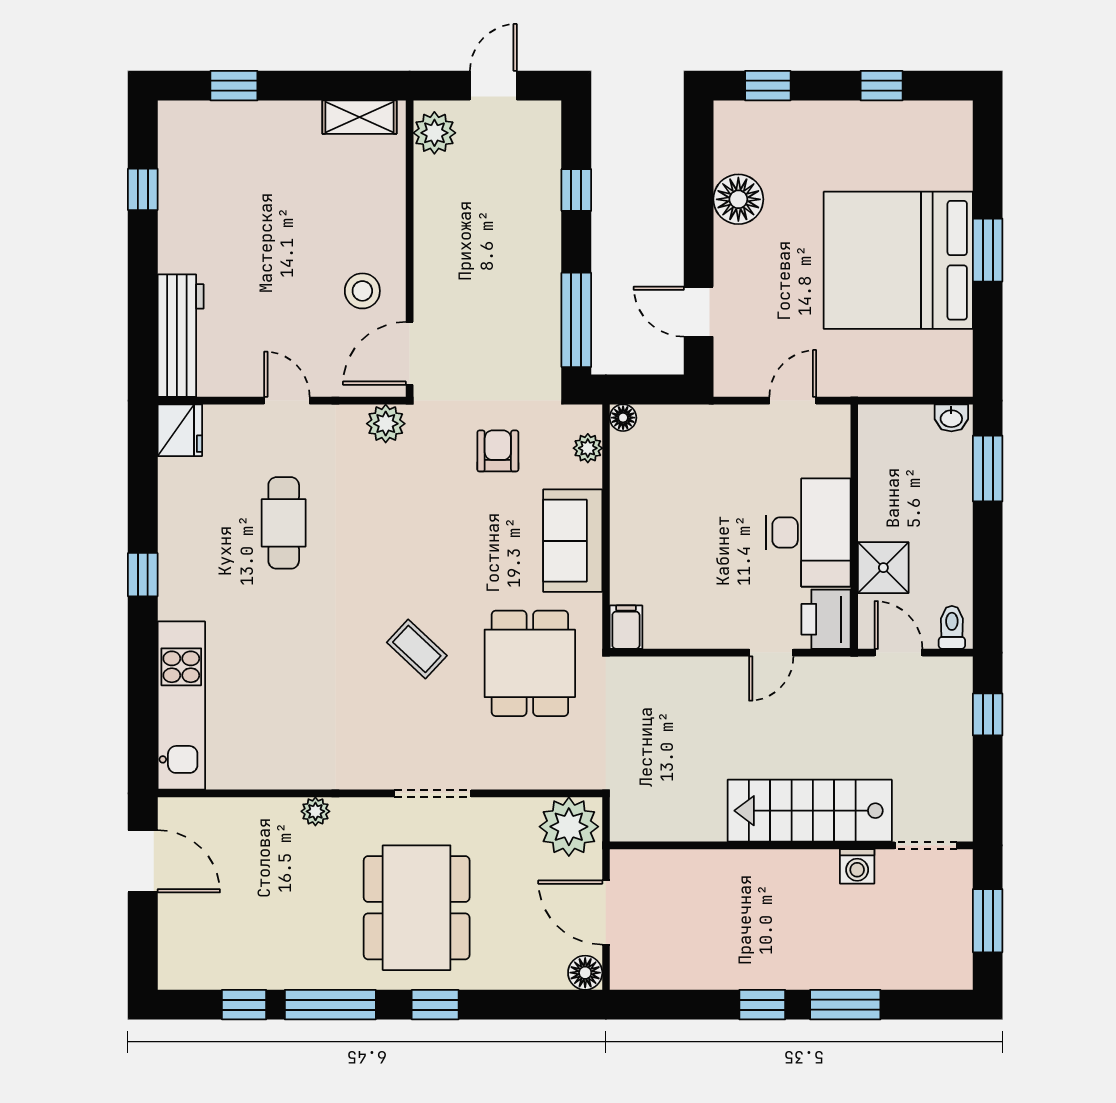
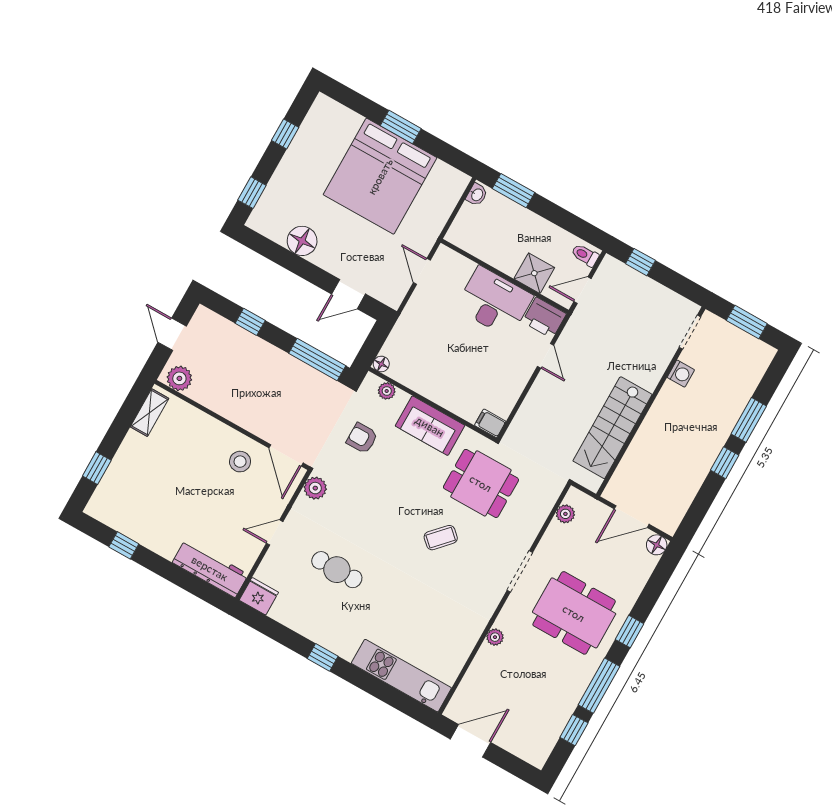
stairs: (810, 811) -> (612, 428), moved
plant: (569, 827) -> (565, 514), width x0.53, depth x0.53

